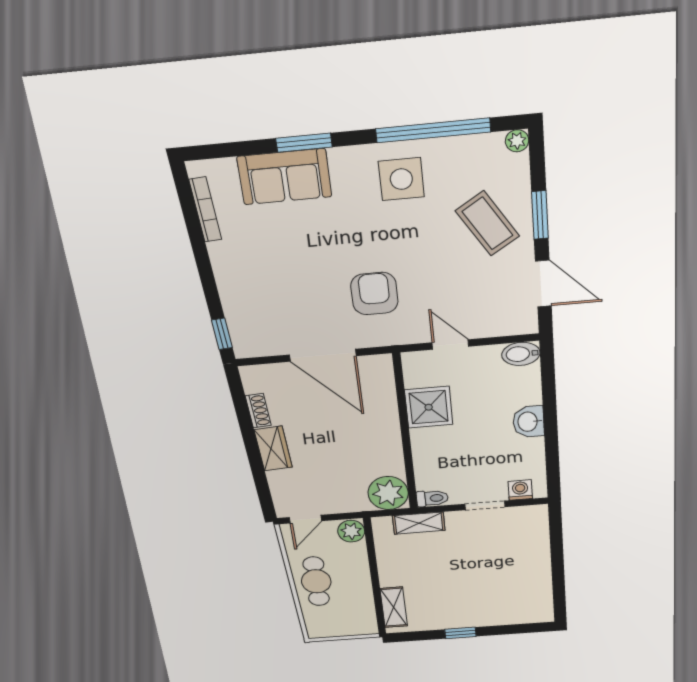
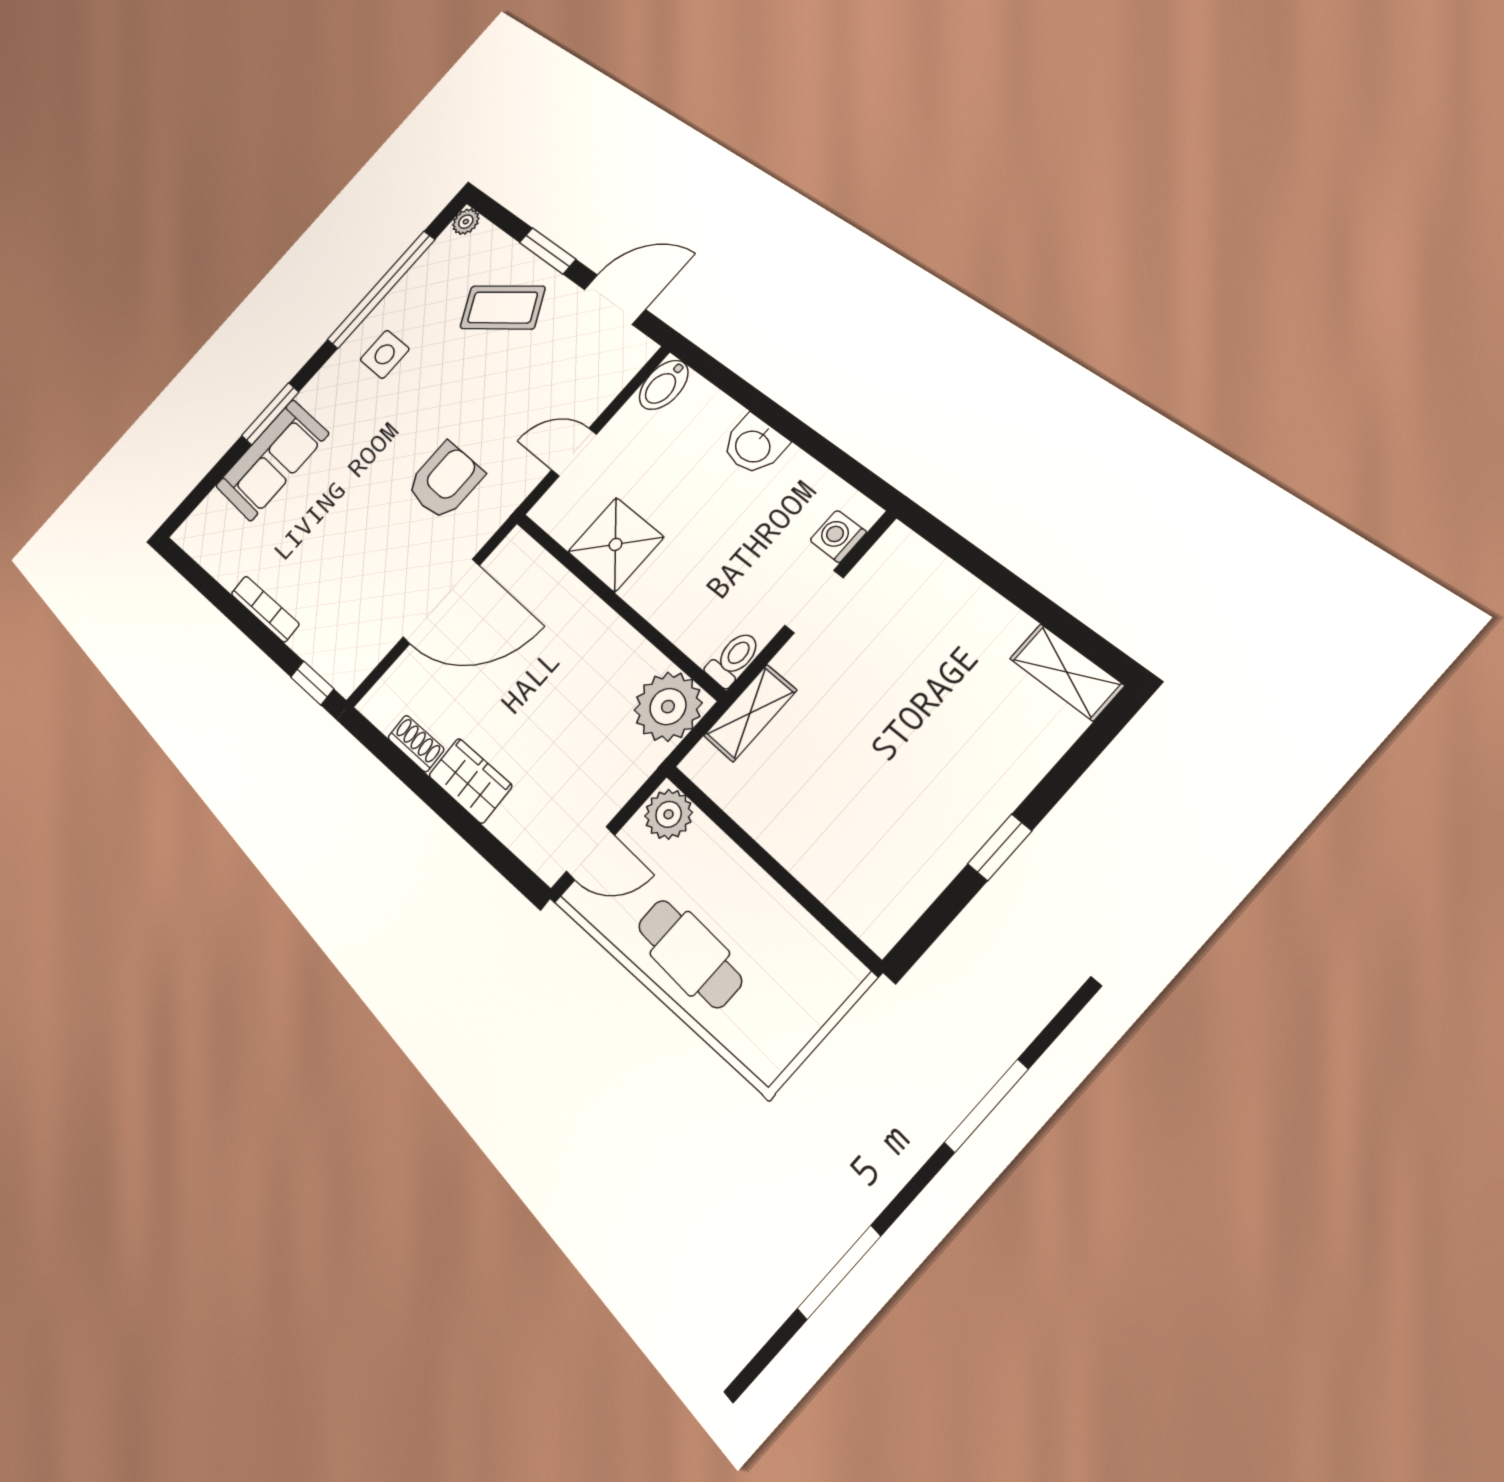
side table: (401, 179) -> (385, 354), width x0.73, depth x0.73
bookcase: (205, 210) -> (265, 609), moved
armchair: (374, 294) -> (445, 481), turned 90
door: (305, 519) -> (591, 853), hinge flipped
shelving: (394, 607) -> (1066, 672), moved

